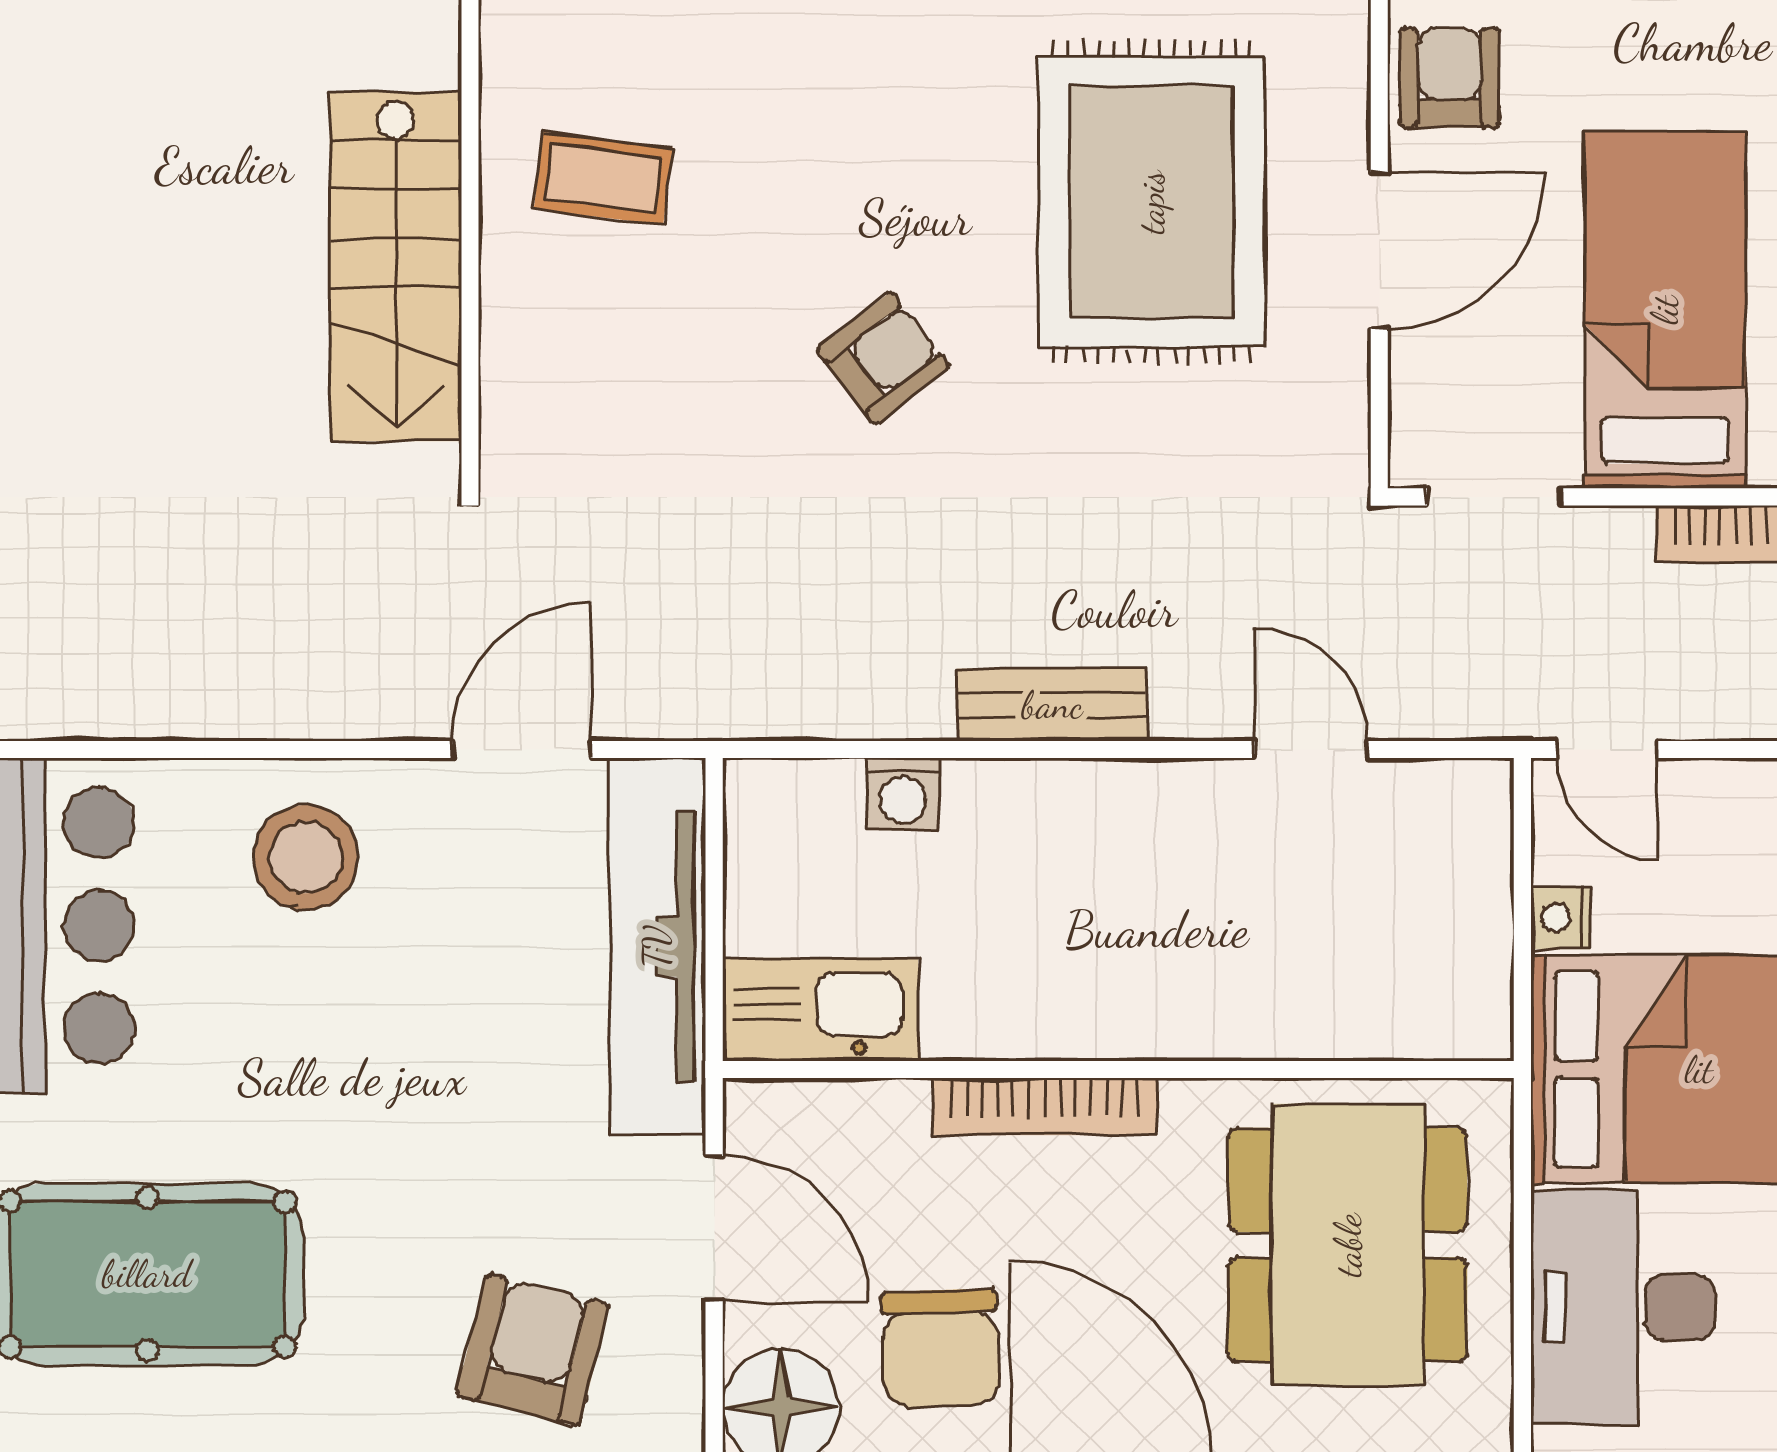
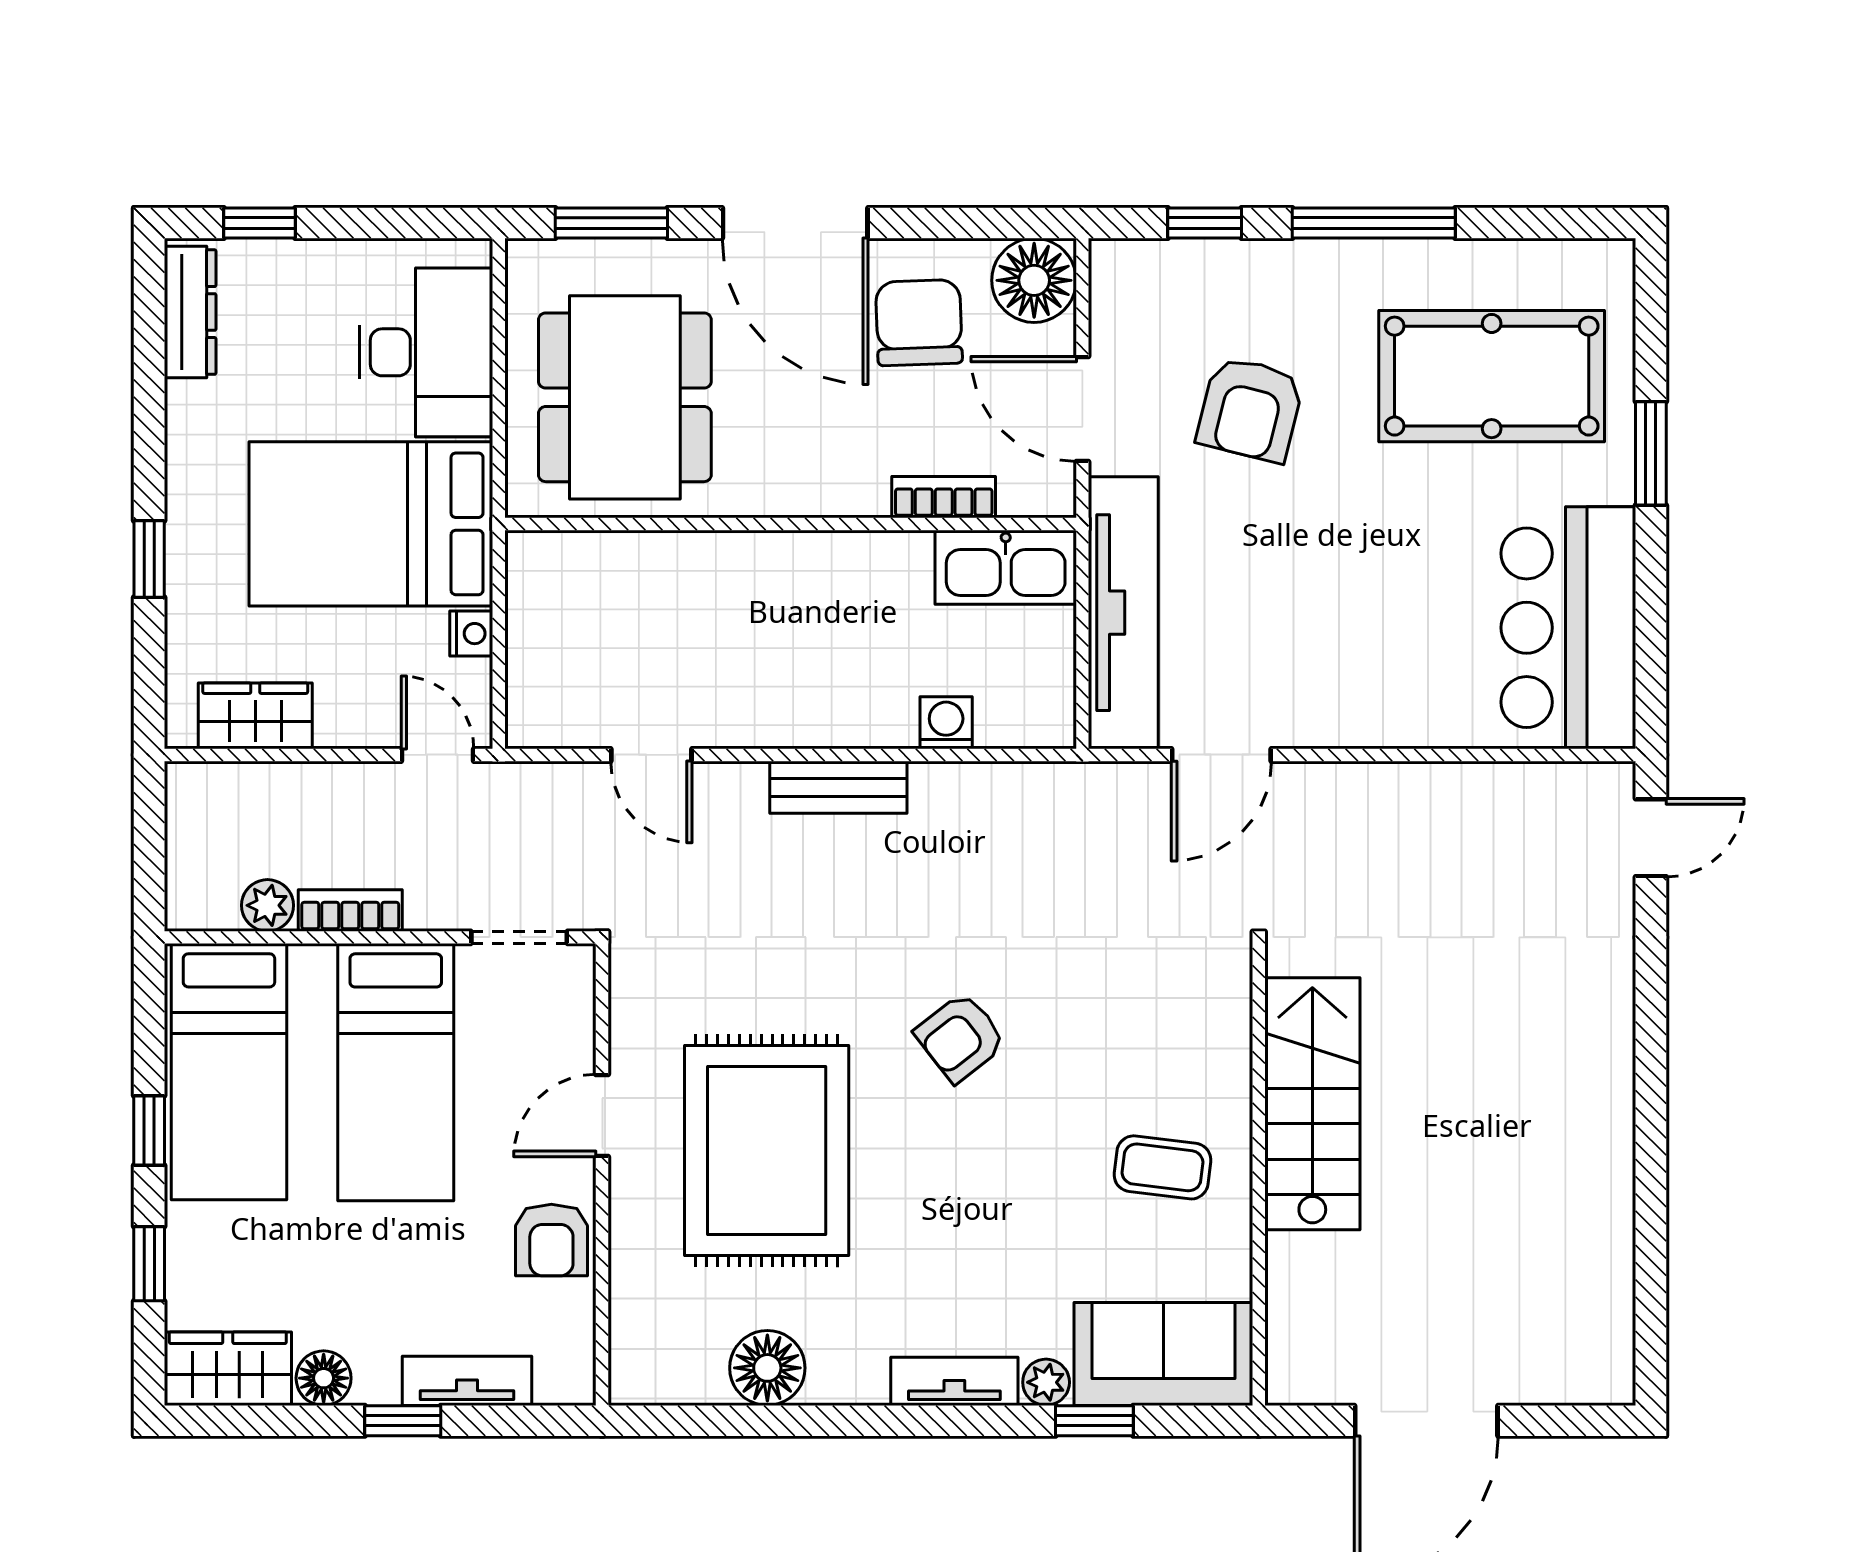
door: (1379, 250) -> (602, 1115), width x0.73
stool: (306, 857) -> (1377, 677), removed
bookcase: (1045, 1107) -> (944, 497), moved, width x0.64
armchair: (533, 1350) -> (1250, 409), moved

